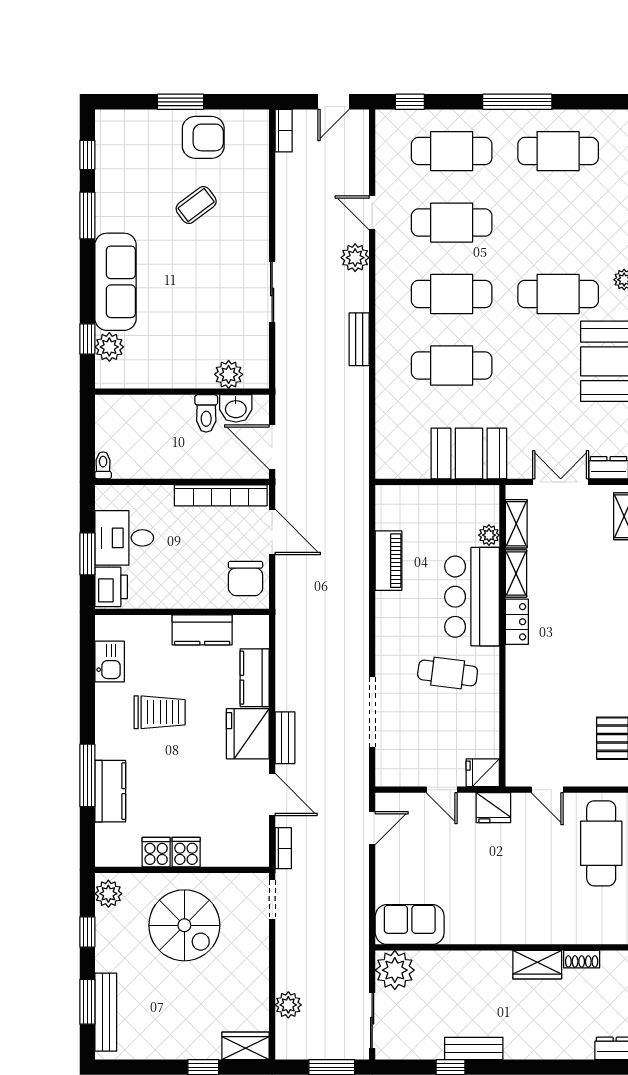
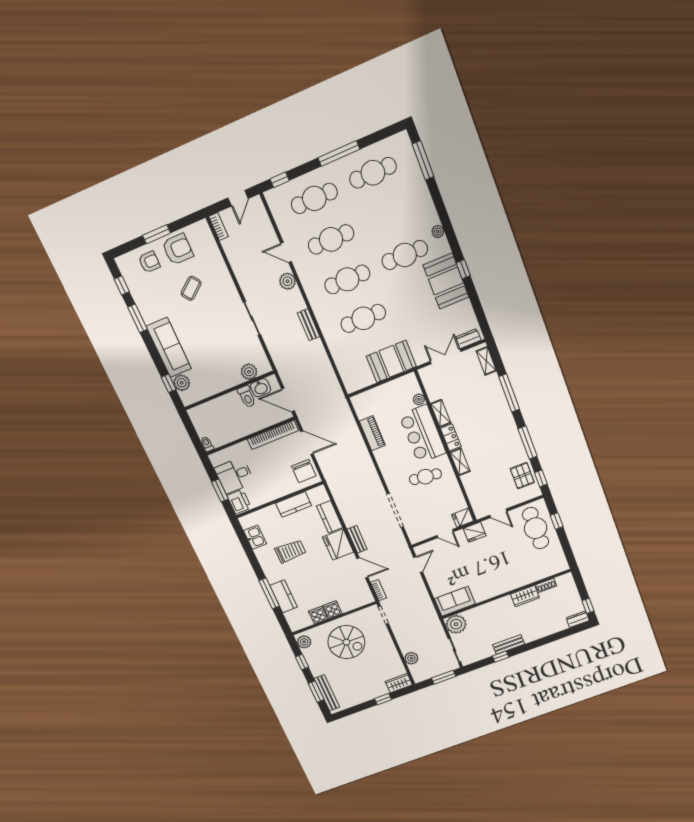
armchair: (149, 138) -> (149, 262), added
shelving: (516, 524) -> (460, 462), moved

